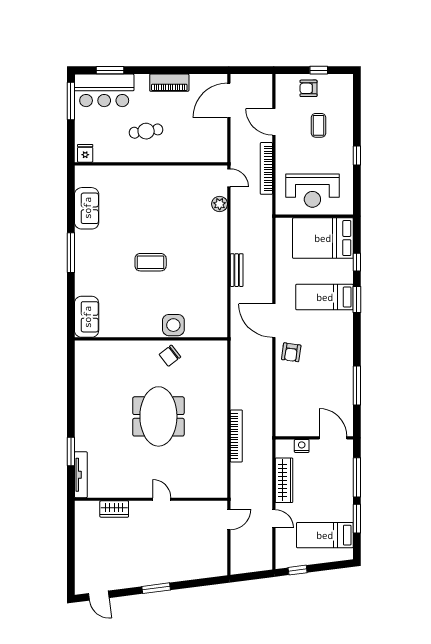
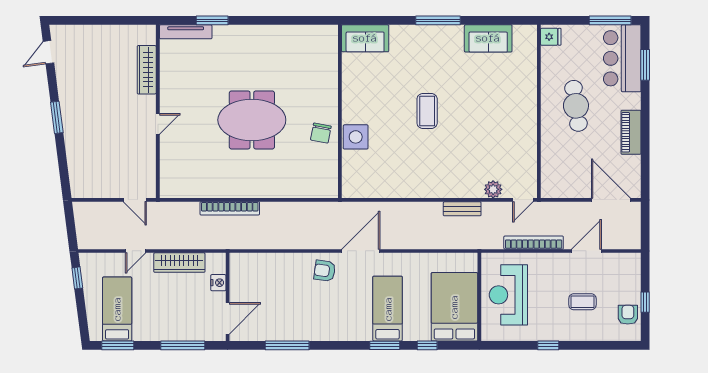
armchair: (308, 88) -> (628, 315), moved
cafe table: (146, 131) -> (576, 106), width x1.37, depth x1.35
bench: (237, 270) -> (462, 209), moved
chair: (170, 356) -> (321, 133), turned -131
wardrobe: (114, 509) -> (147, 70), width x1.50
window: (357, 519) -> (118, 345), moved

